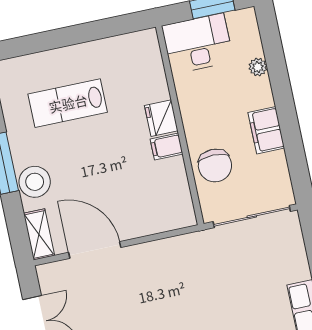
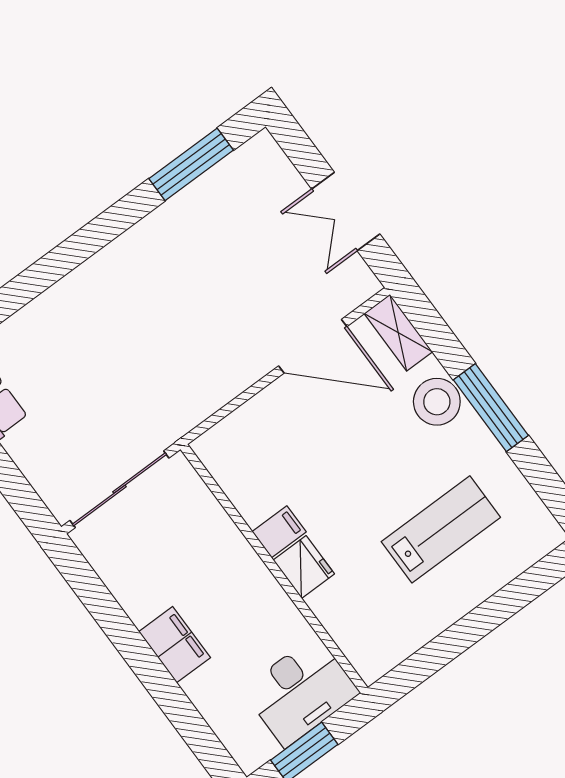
plant: (258, 67) -> (204, 697), removed
filing cabinet: (266, 130) -> (175, 645), moved
chair: (215, 165) -> (201, 536), removed

